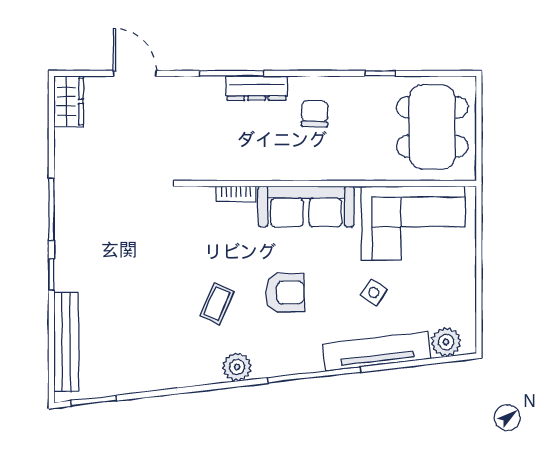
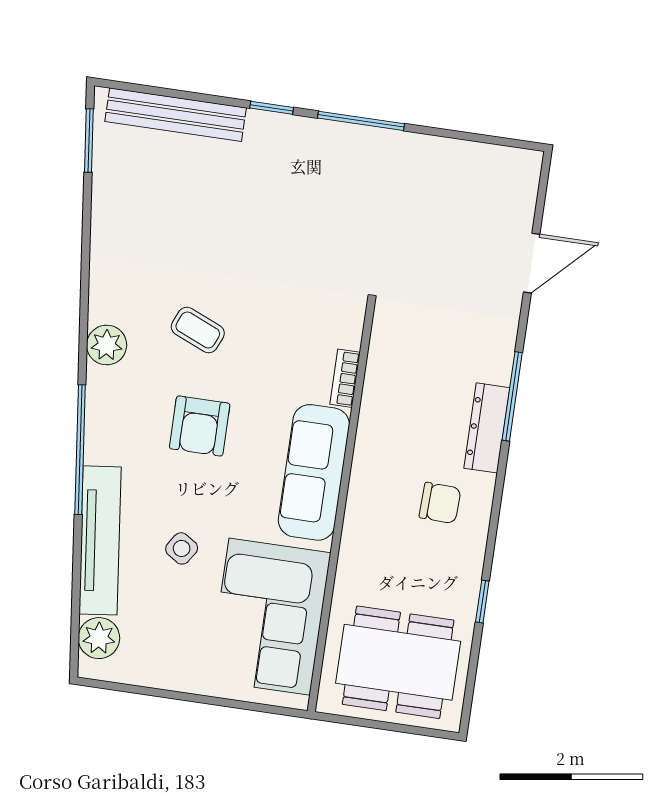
wardrobe: (69, 101) -> (506, 166), removed

